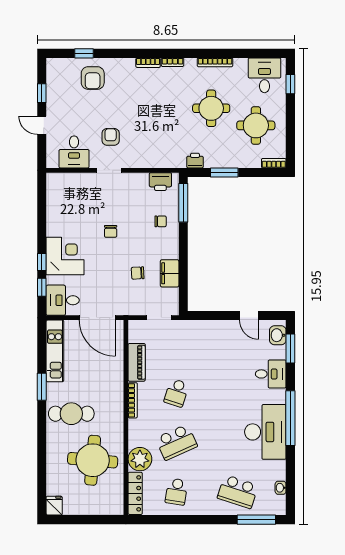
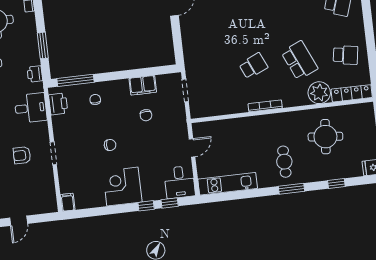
desk: (74, 152) -> (31, 108), moved
filing cabinet: (55, 179) -> (68, 202), added
corner desk: (65, 256) -> (122, 187), moved
door: (97, 318) -> (192, 148), width x0.53
piano: (137, 362) -> (229, 106), removed
window: (42, 387) -> (292, 189), moved
school desk: (176, 393) -> (253, 66), turned -42
cafe table: (71, 414) -> (284, 162), width x0.73, depth x0.74
round table: (93, 460) -> (325, 137), width x0.73, depth x0.73
window: (42, 466) -> (336, 183), added

